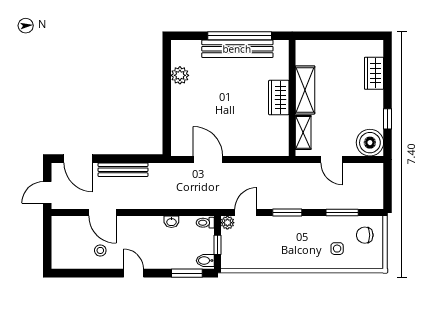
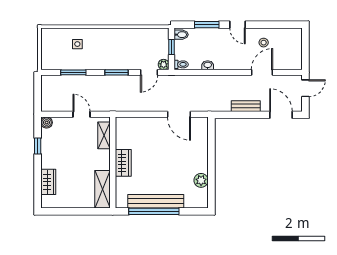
shelving: (305, 90) -> (102, 189), moved
boiler: (370, 143) -> (47, 122), width x0.54, depth x0.54
bench: (123, 170) -> (246, 106), width x0.73
door: (102, 213) -> (262, 72), hinge flipped
chair: (365, 235) -> (56, 55), removed
window: (187, 273) -> (207, 25), moved

